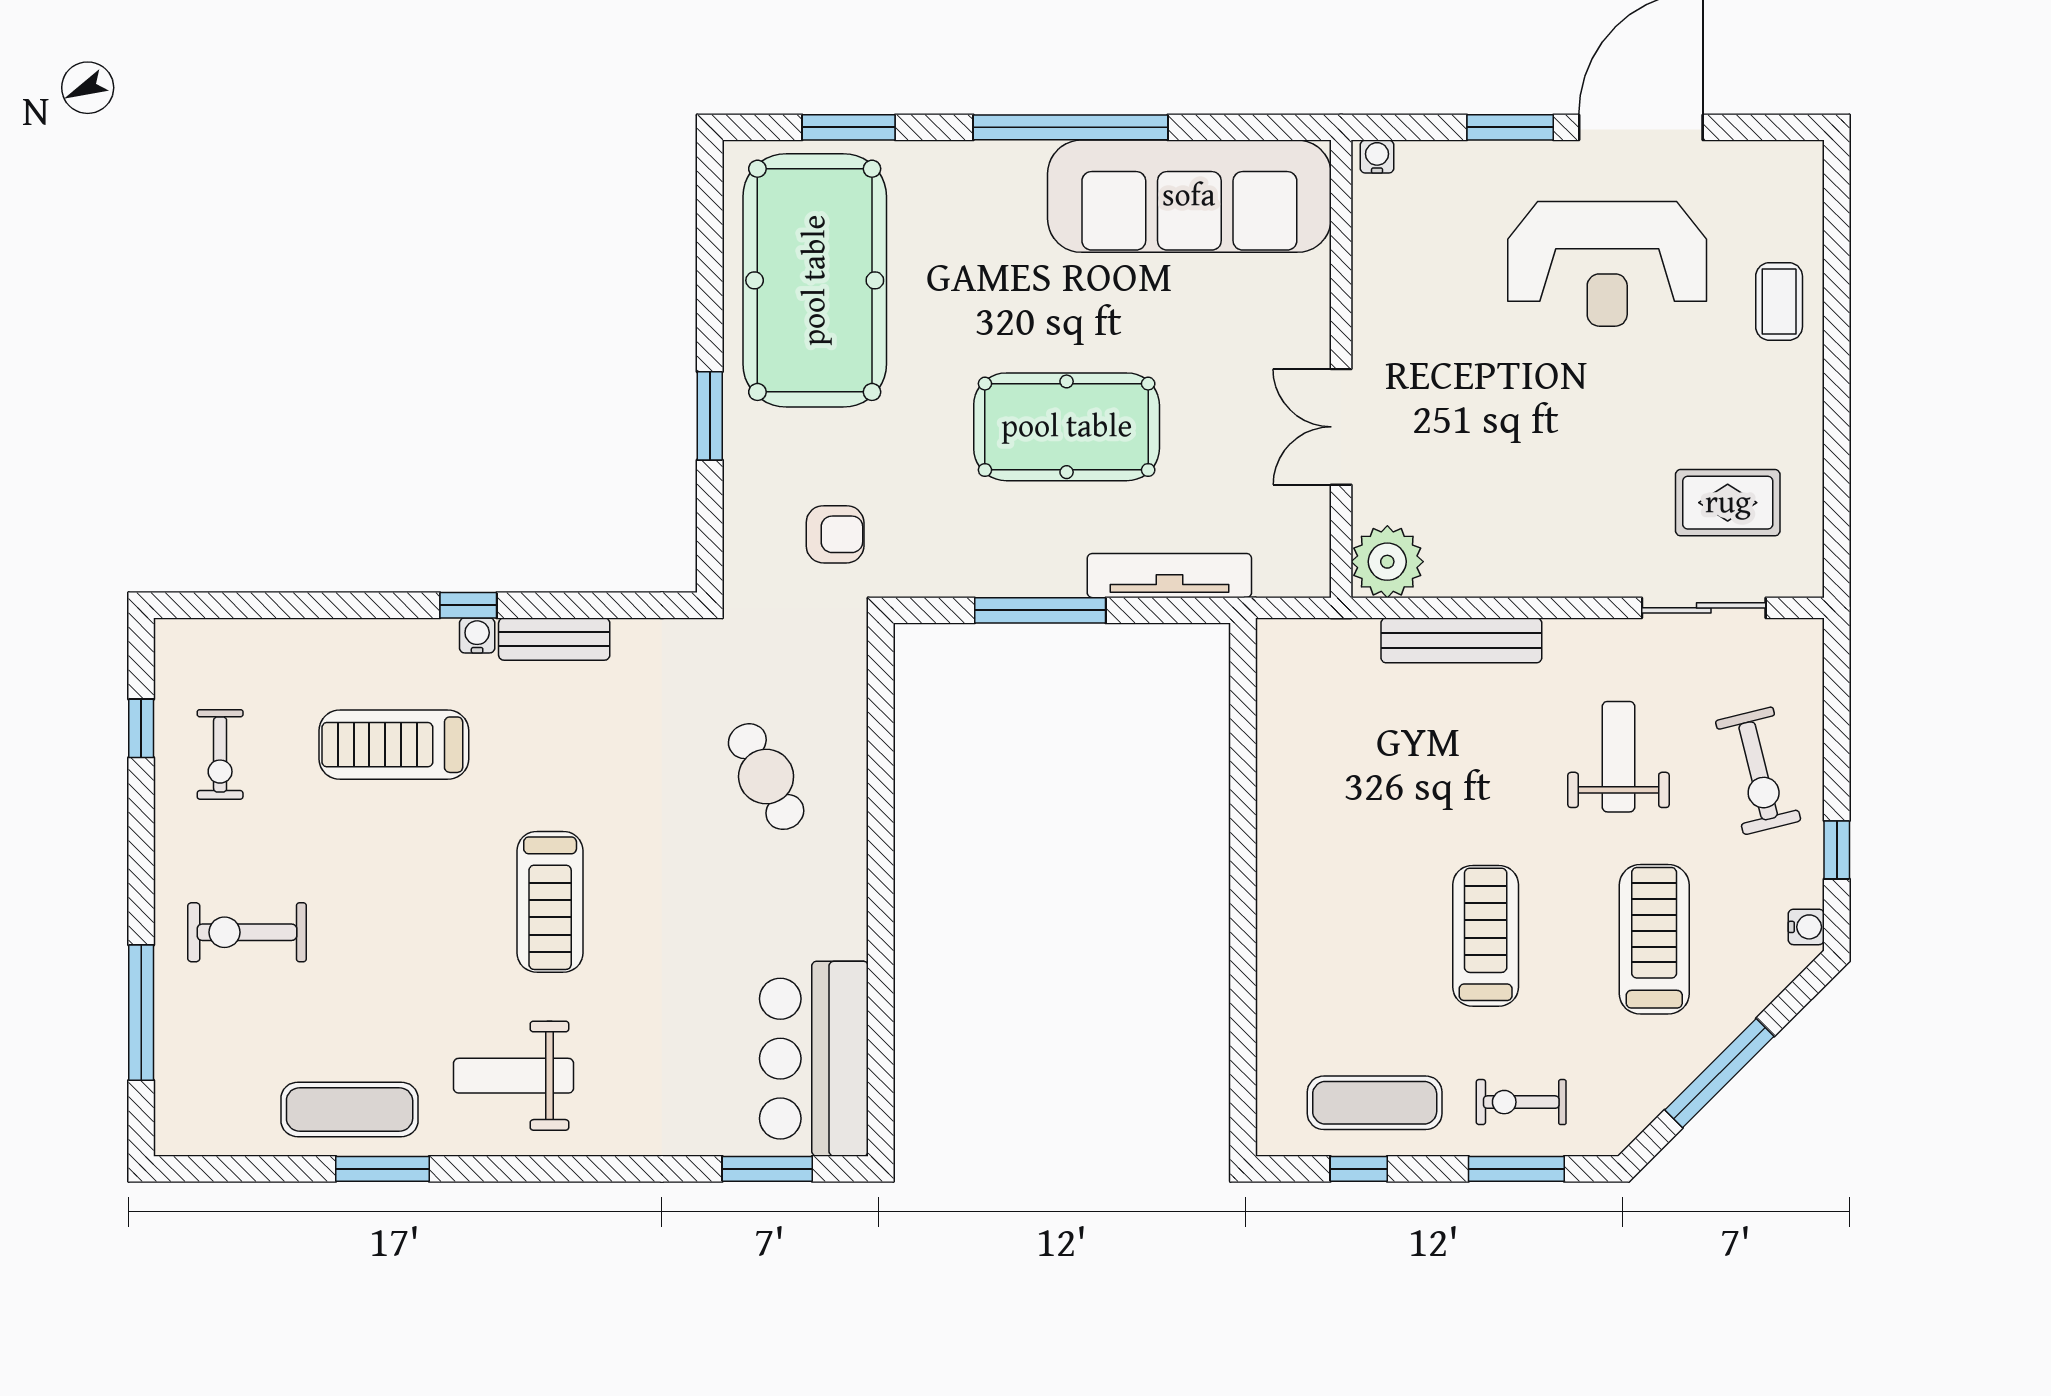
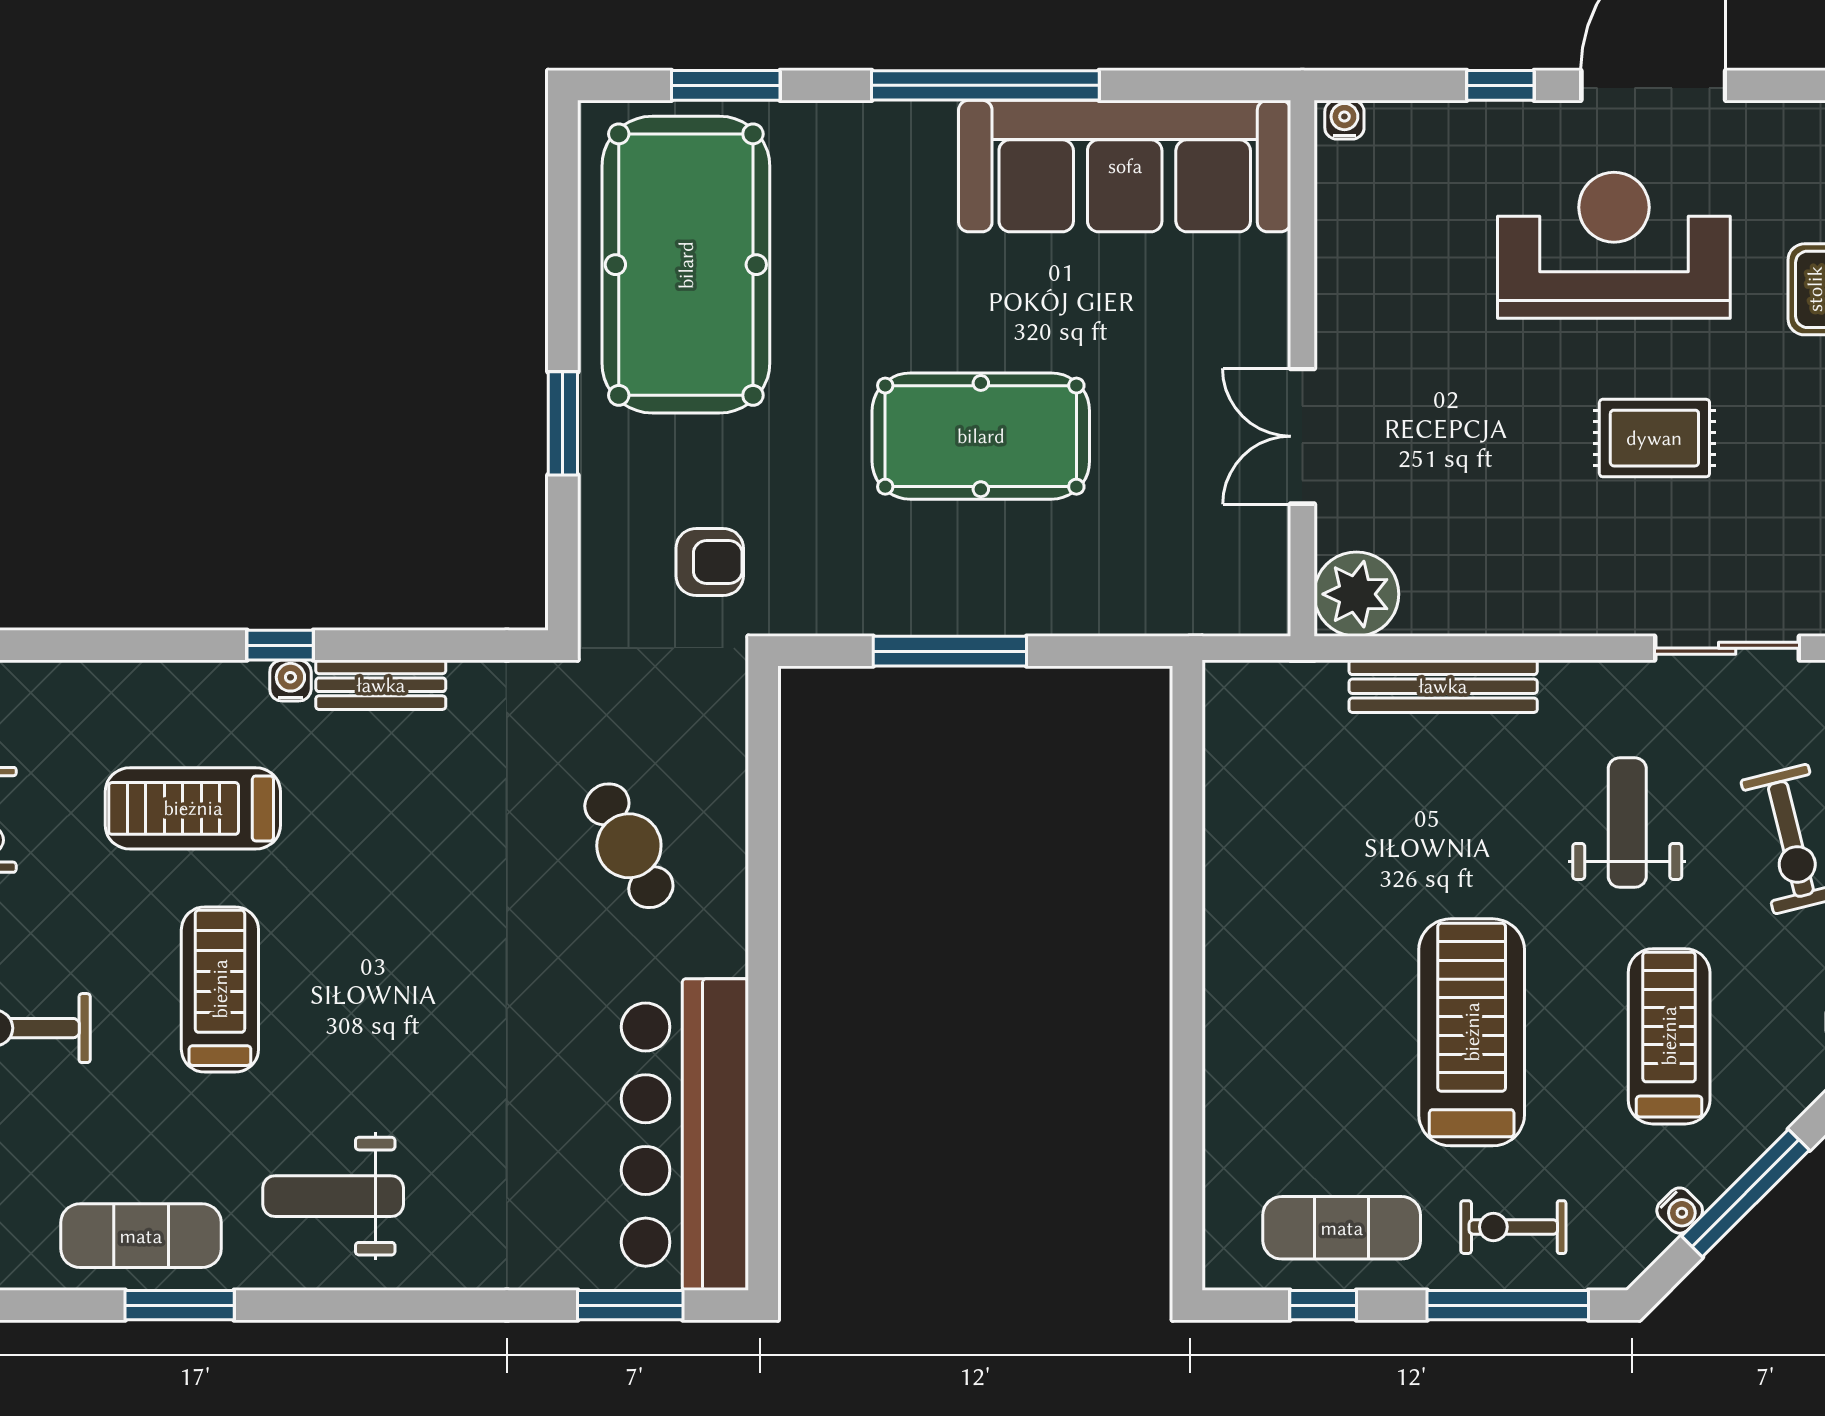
window: (1510, 127) -> (1500, 85), width x0.67
reception desk: (1607, 264) -> (1614, 245), turned 180
rug: (1728, 503) -> (1654, 438), moved
tv unit: (1169, 576) -> (1101, 610), removed
treadmill: (550, 902) -> (220, 989), moved, turned 180
treadmill: (1486, 936) -> (1472, 1032), width x1.37, depth x1.38
bar counter: (814, 1059) -> (685, 1135), width x1.36
water cooler: (1663, 1088) -> (1680, 1211), added
window: (1516, 1169) -> (1508, 1305), width x1.44

